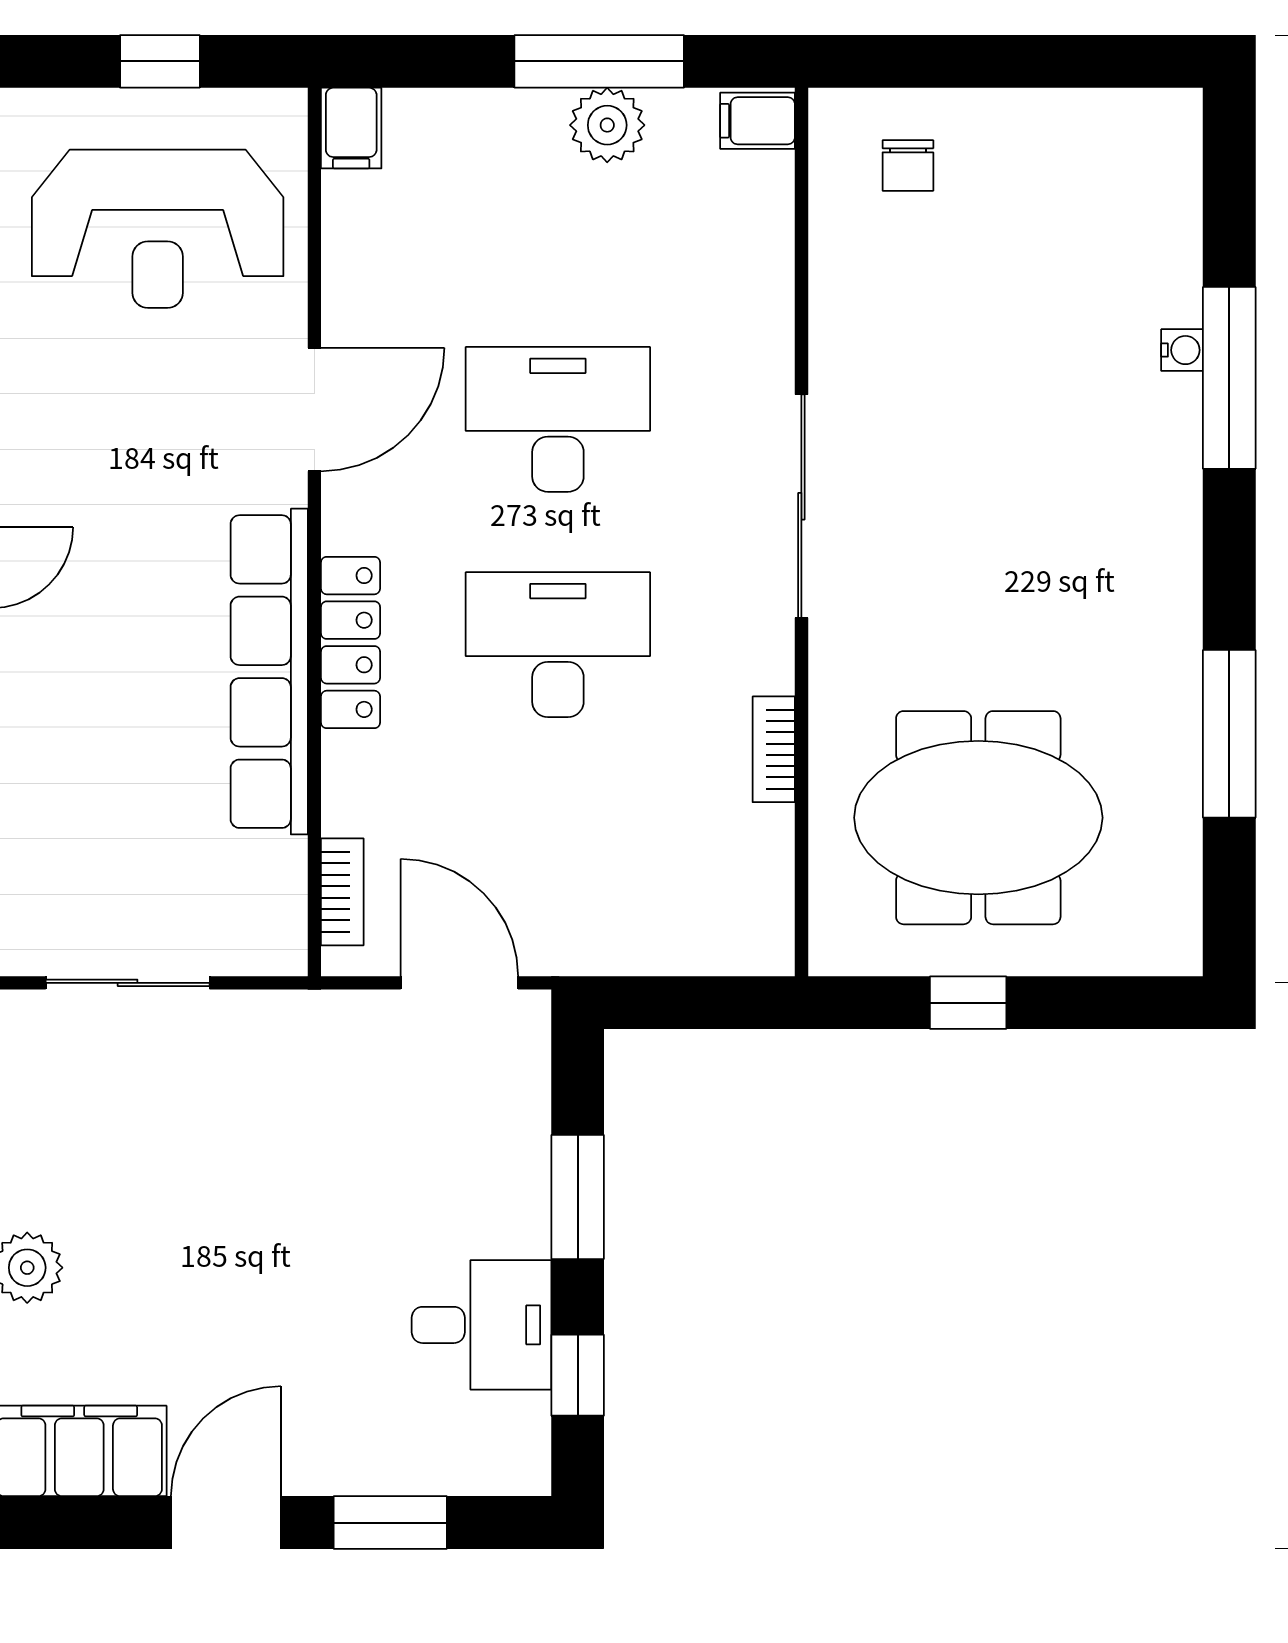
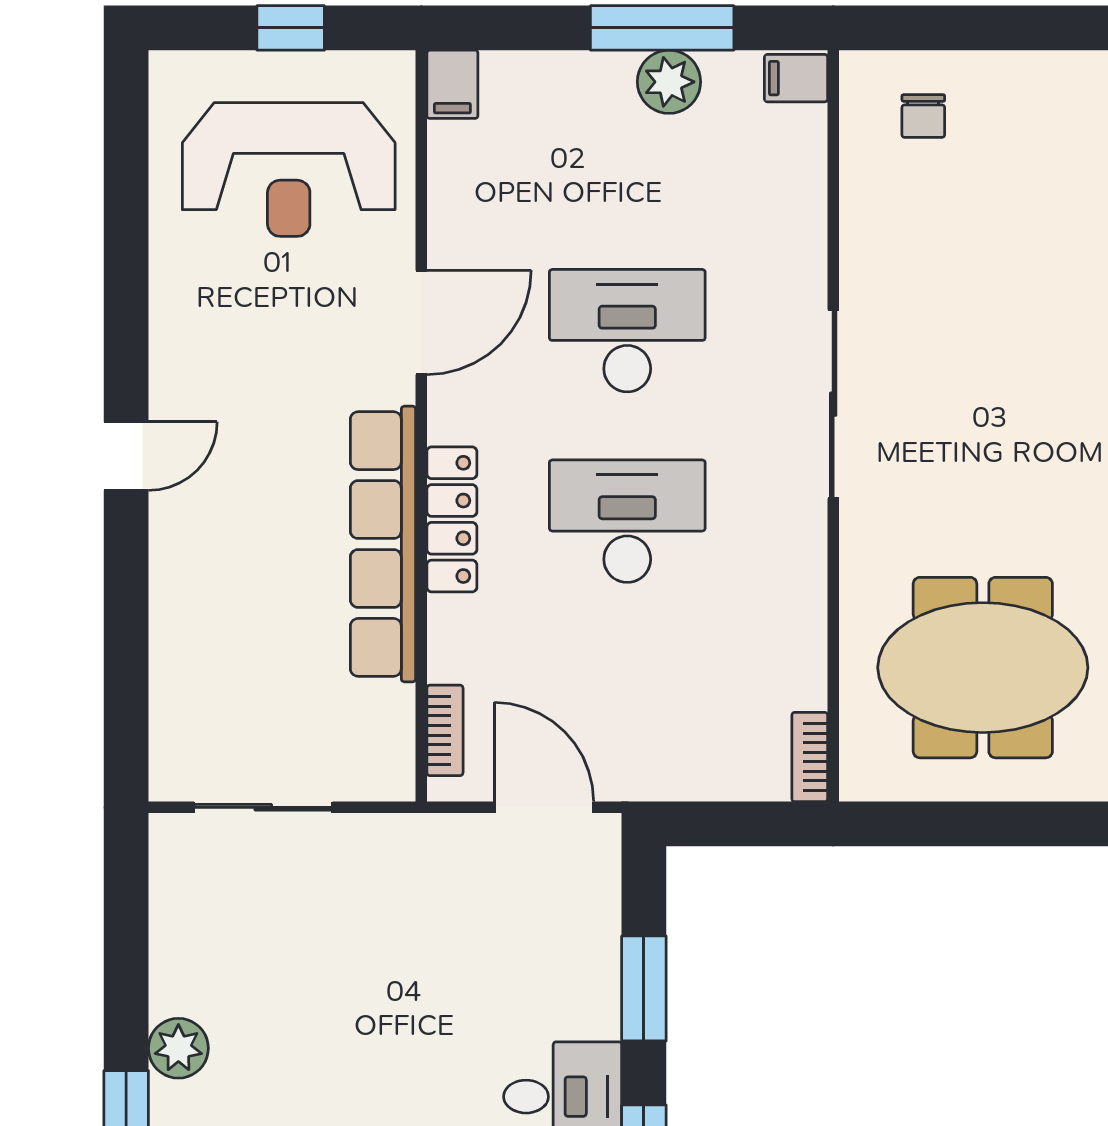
bookcase: (774, 749) -> (810, 757), moved
window: (968, 1003) -> (974, 824), removed

